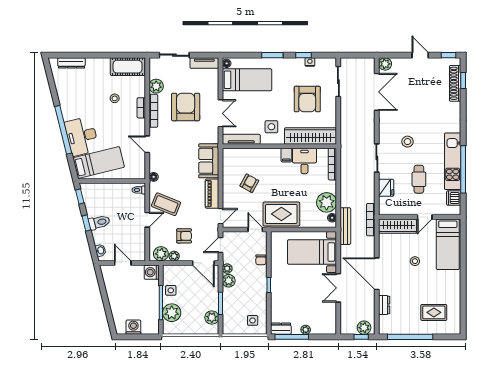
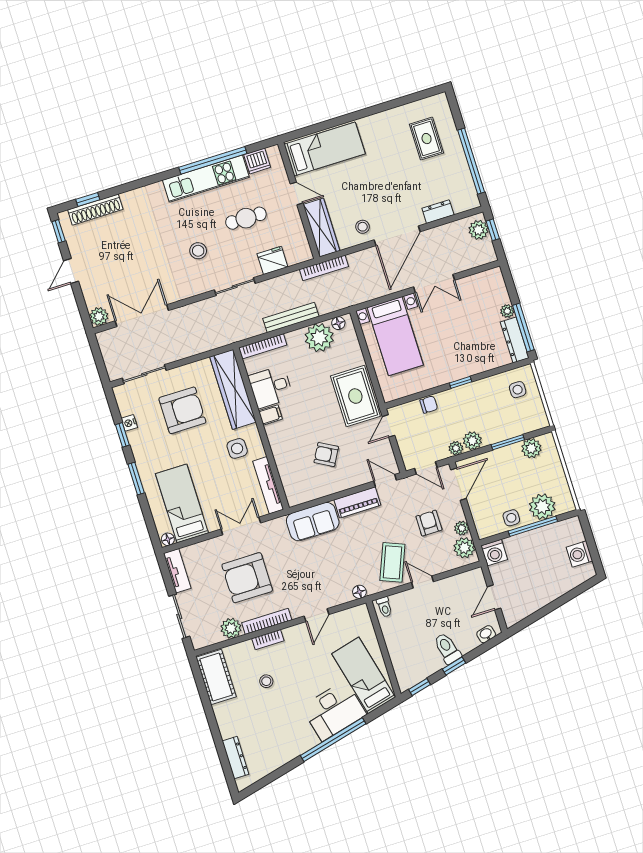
bench: (345, 226) -> (291, 317), moved
stool: (415, 261) -> (363, 227), moved
dresser: (281, 329) -> (515, 340), width x1.44

